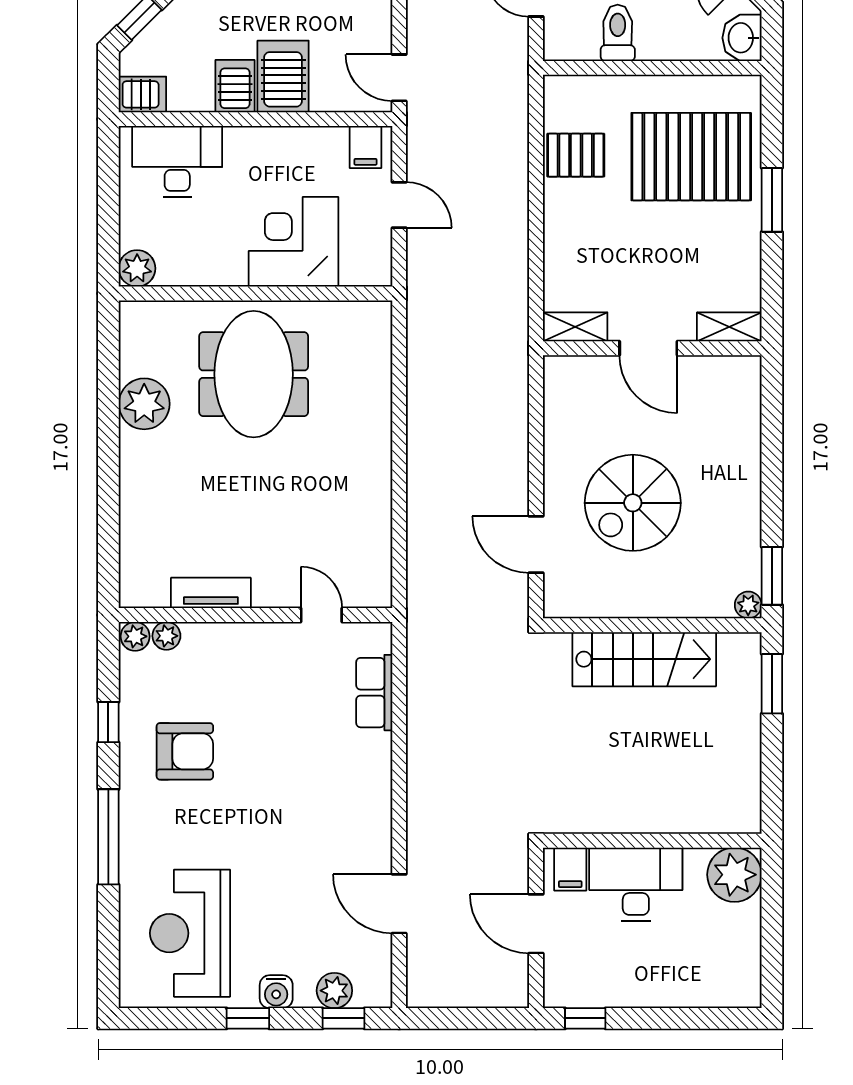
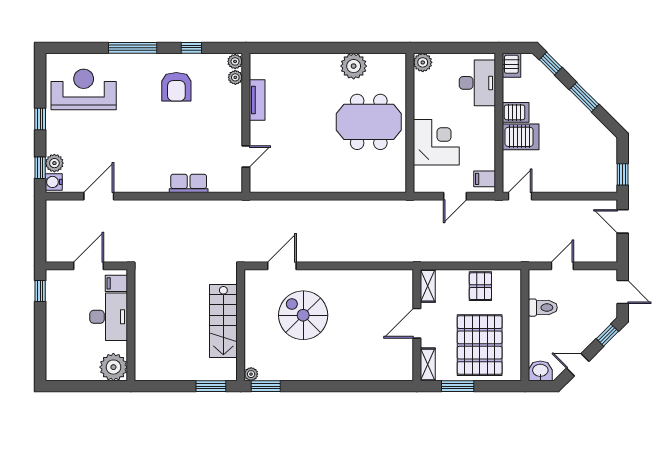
shelving: (575, 327) -> (428, 286), moved
shelving: (729, 327) -> (428, 364), moved
door: (648, 348) -> (417, 323), moved
wall: (652, 348) -> (417, 325), moved
row of seats: (374, 693) -> (189, 183), moved
water cooler: (276, 992) -> (54, 182), moved

